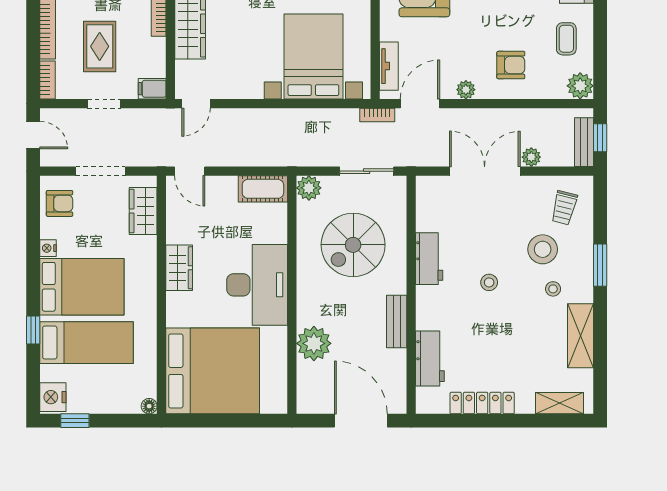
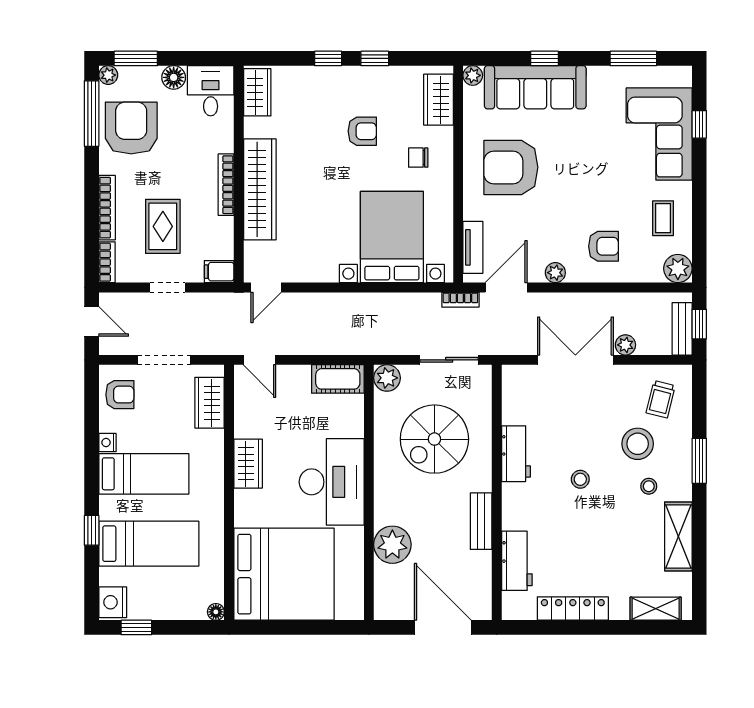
bed: (82, 287) -> (144, 474), width x0.67

